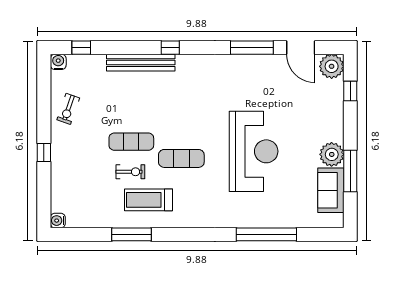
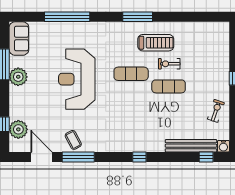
bench: (141, 63) -> (191, 146), moved
plant: (332, 66) -> (18, 129), moved
coffee table: (258, 70) -> (73, 140), added
sofa: (331, 190) -> (19, 39), moved
water cooler: (58, 221) -> (224, 27), removed
window: (132, 234) -> (138, 17), moved

